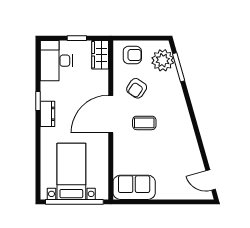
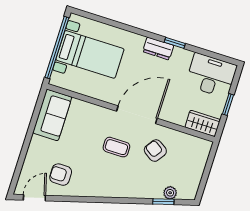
armchair: (132, 55) -> (61, 175), moved, turned 90
plant: (163, 60) -> (170, 193), width x0.53, depth x0.53
window: (179, 67) -> (163, 202), width x0.67
door: (111, 114) -> (137, 115), hinge flipped
coffee table: (144, 123) -> (116, 147), turned 90

